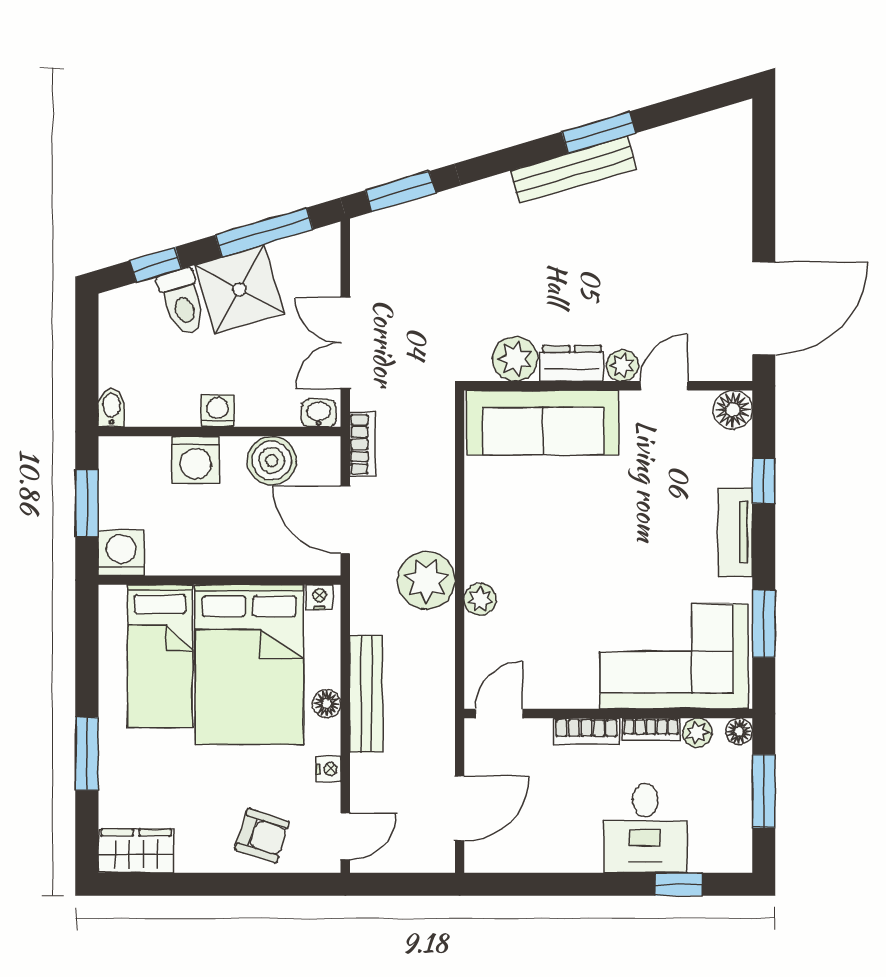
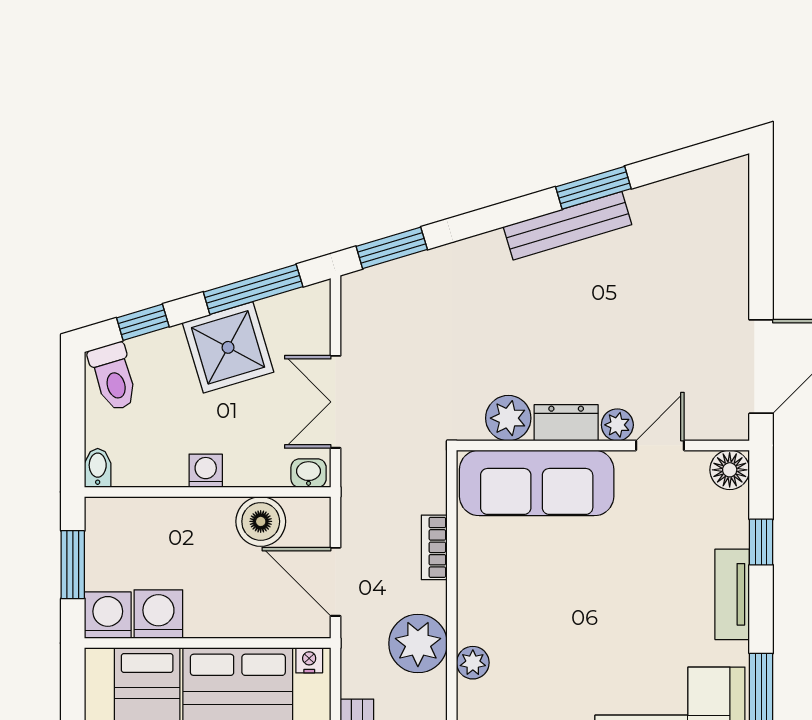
toilet: (182, 302) -> (114, 377), moved
bookcase: (363, 444) -> (434, 547), moved, turned 180
washing machine: (196, 460) -> (158, 614), moved, turned 180

